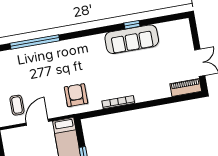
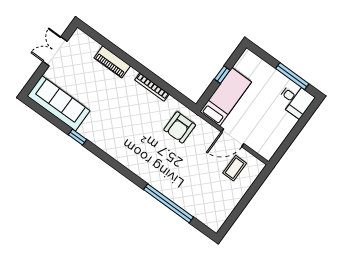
sofa: (132, 39) -> (59, 103), moved
piano: (186, 87) -> (112, 62), moved

